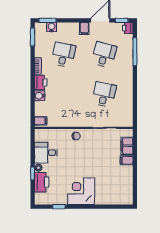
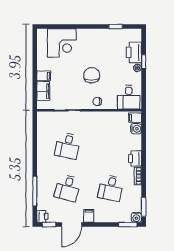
water cooler: (52, 27) -> (136, 217), moved
water cooler: (40, 96) -> (136, 129), moved
desk: (46, 153) -> (129, 97), moved, turned 90
chair: (81, 161) -> (92, 75), added
corner desk: (81, 191) -> (62, 43), moved

